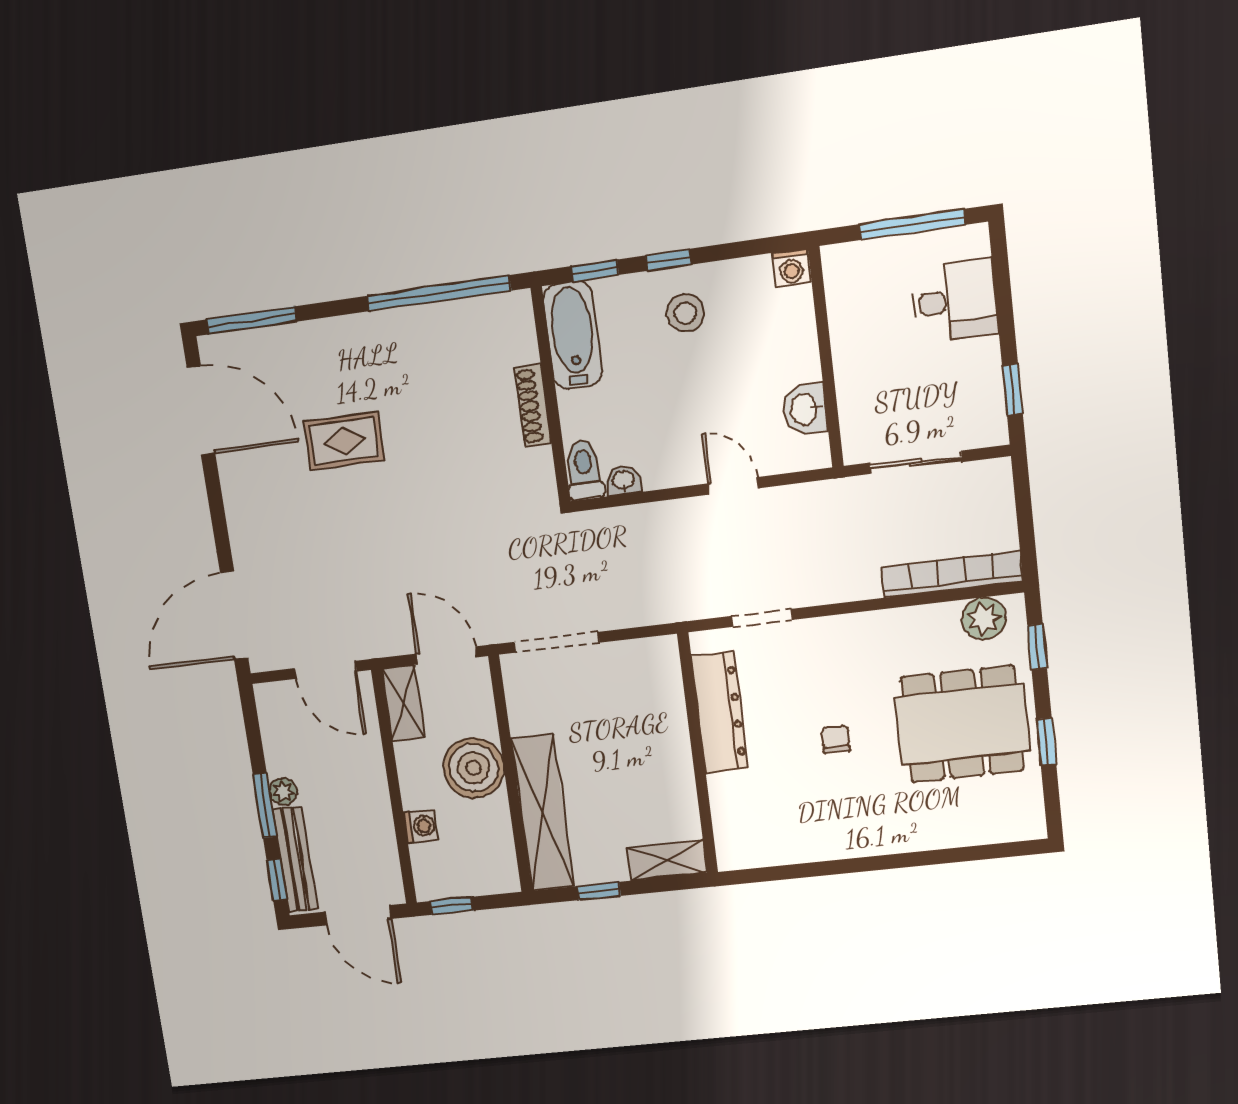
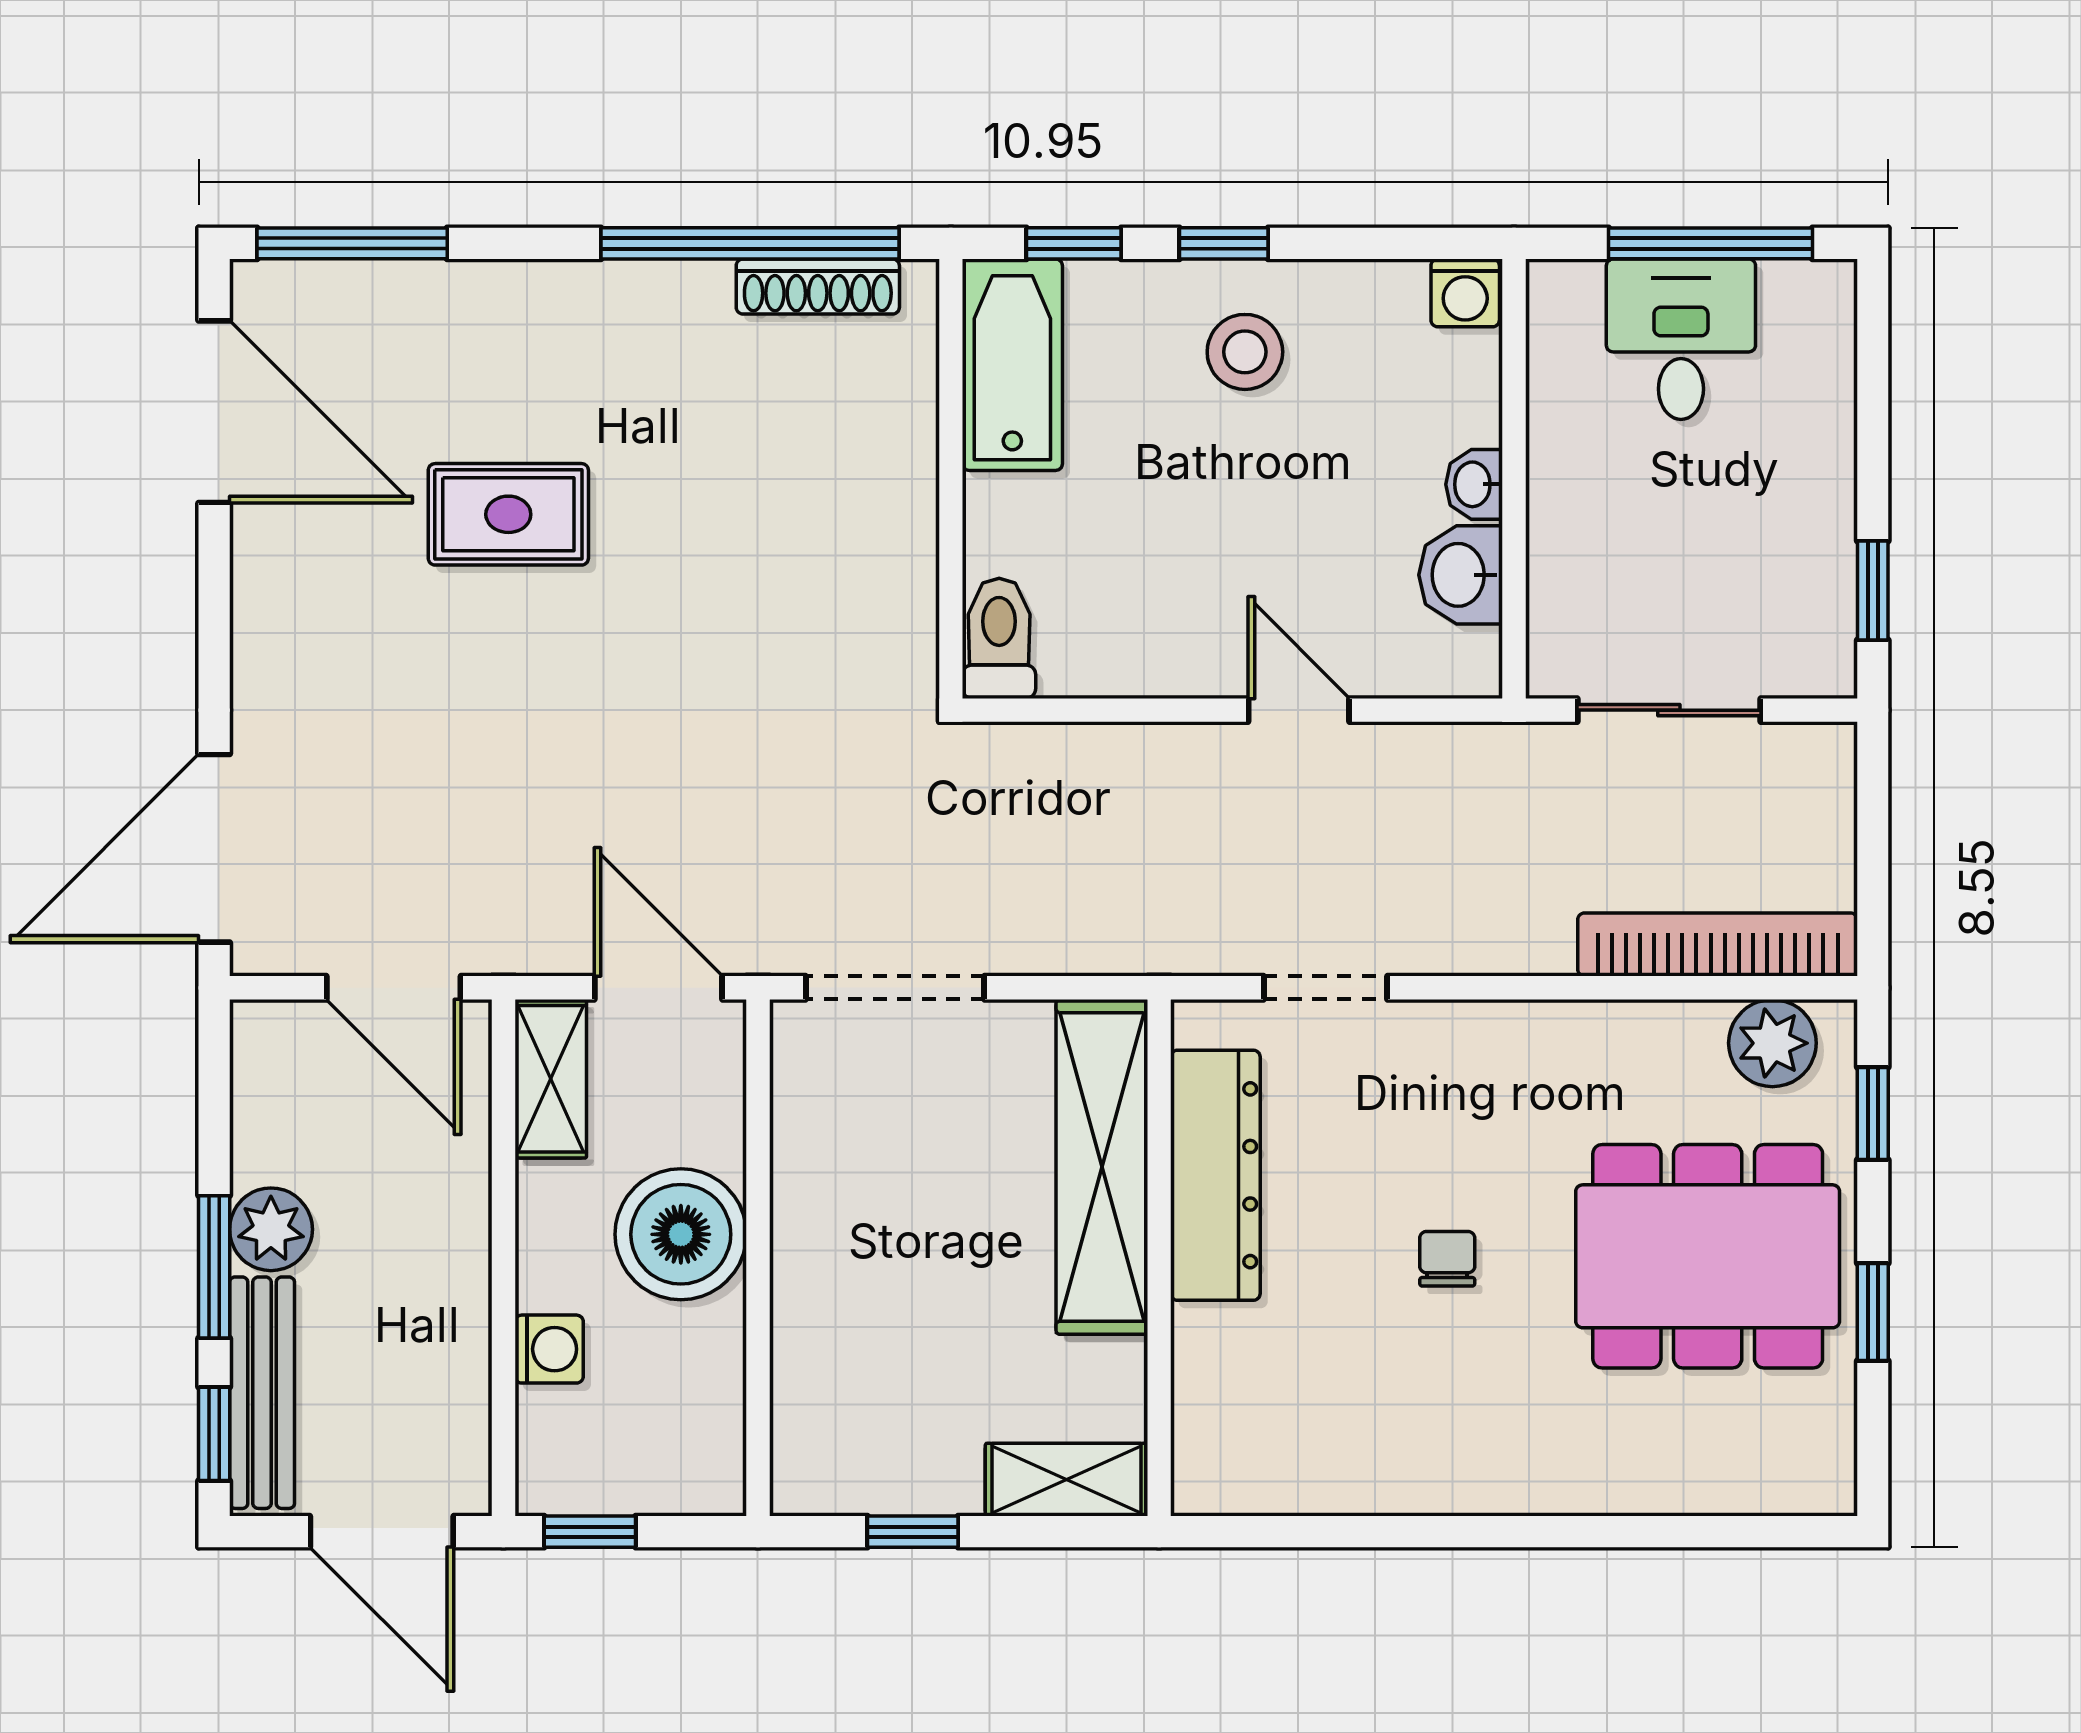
desk: (954, 301) -> (1681, 339), moved, turned -90
shoe rack: (533, 406) -> (818, 287), moved, turned -90
washbasin: (623, 480) -> (1474, 484), moved, turned -90
plant: (283, 792) -> (271, 1229), width x1.38, depth x1.38
shelving: (543, 813) -> (1102, 1167), moved

